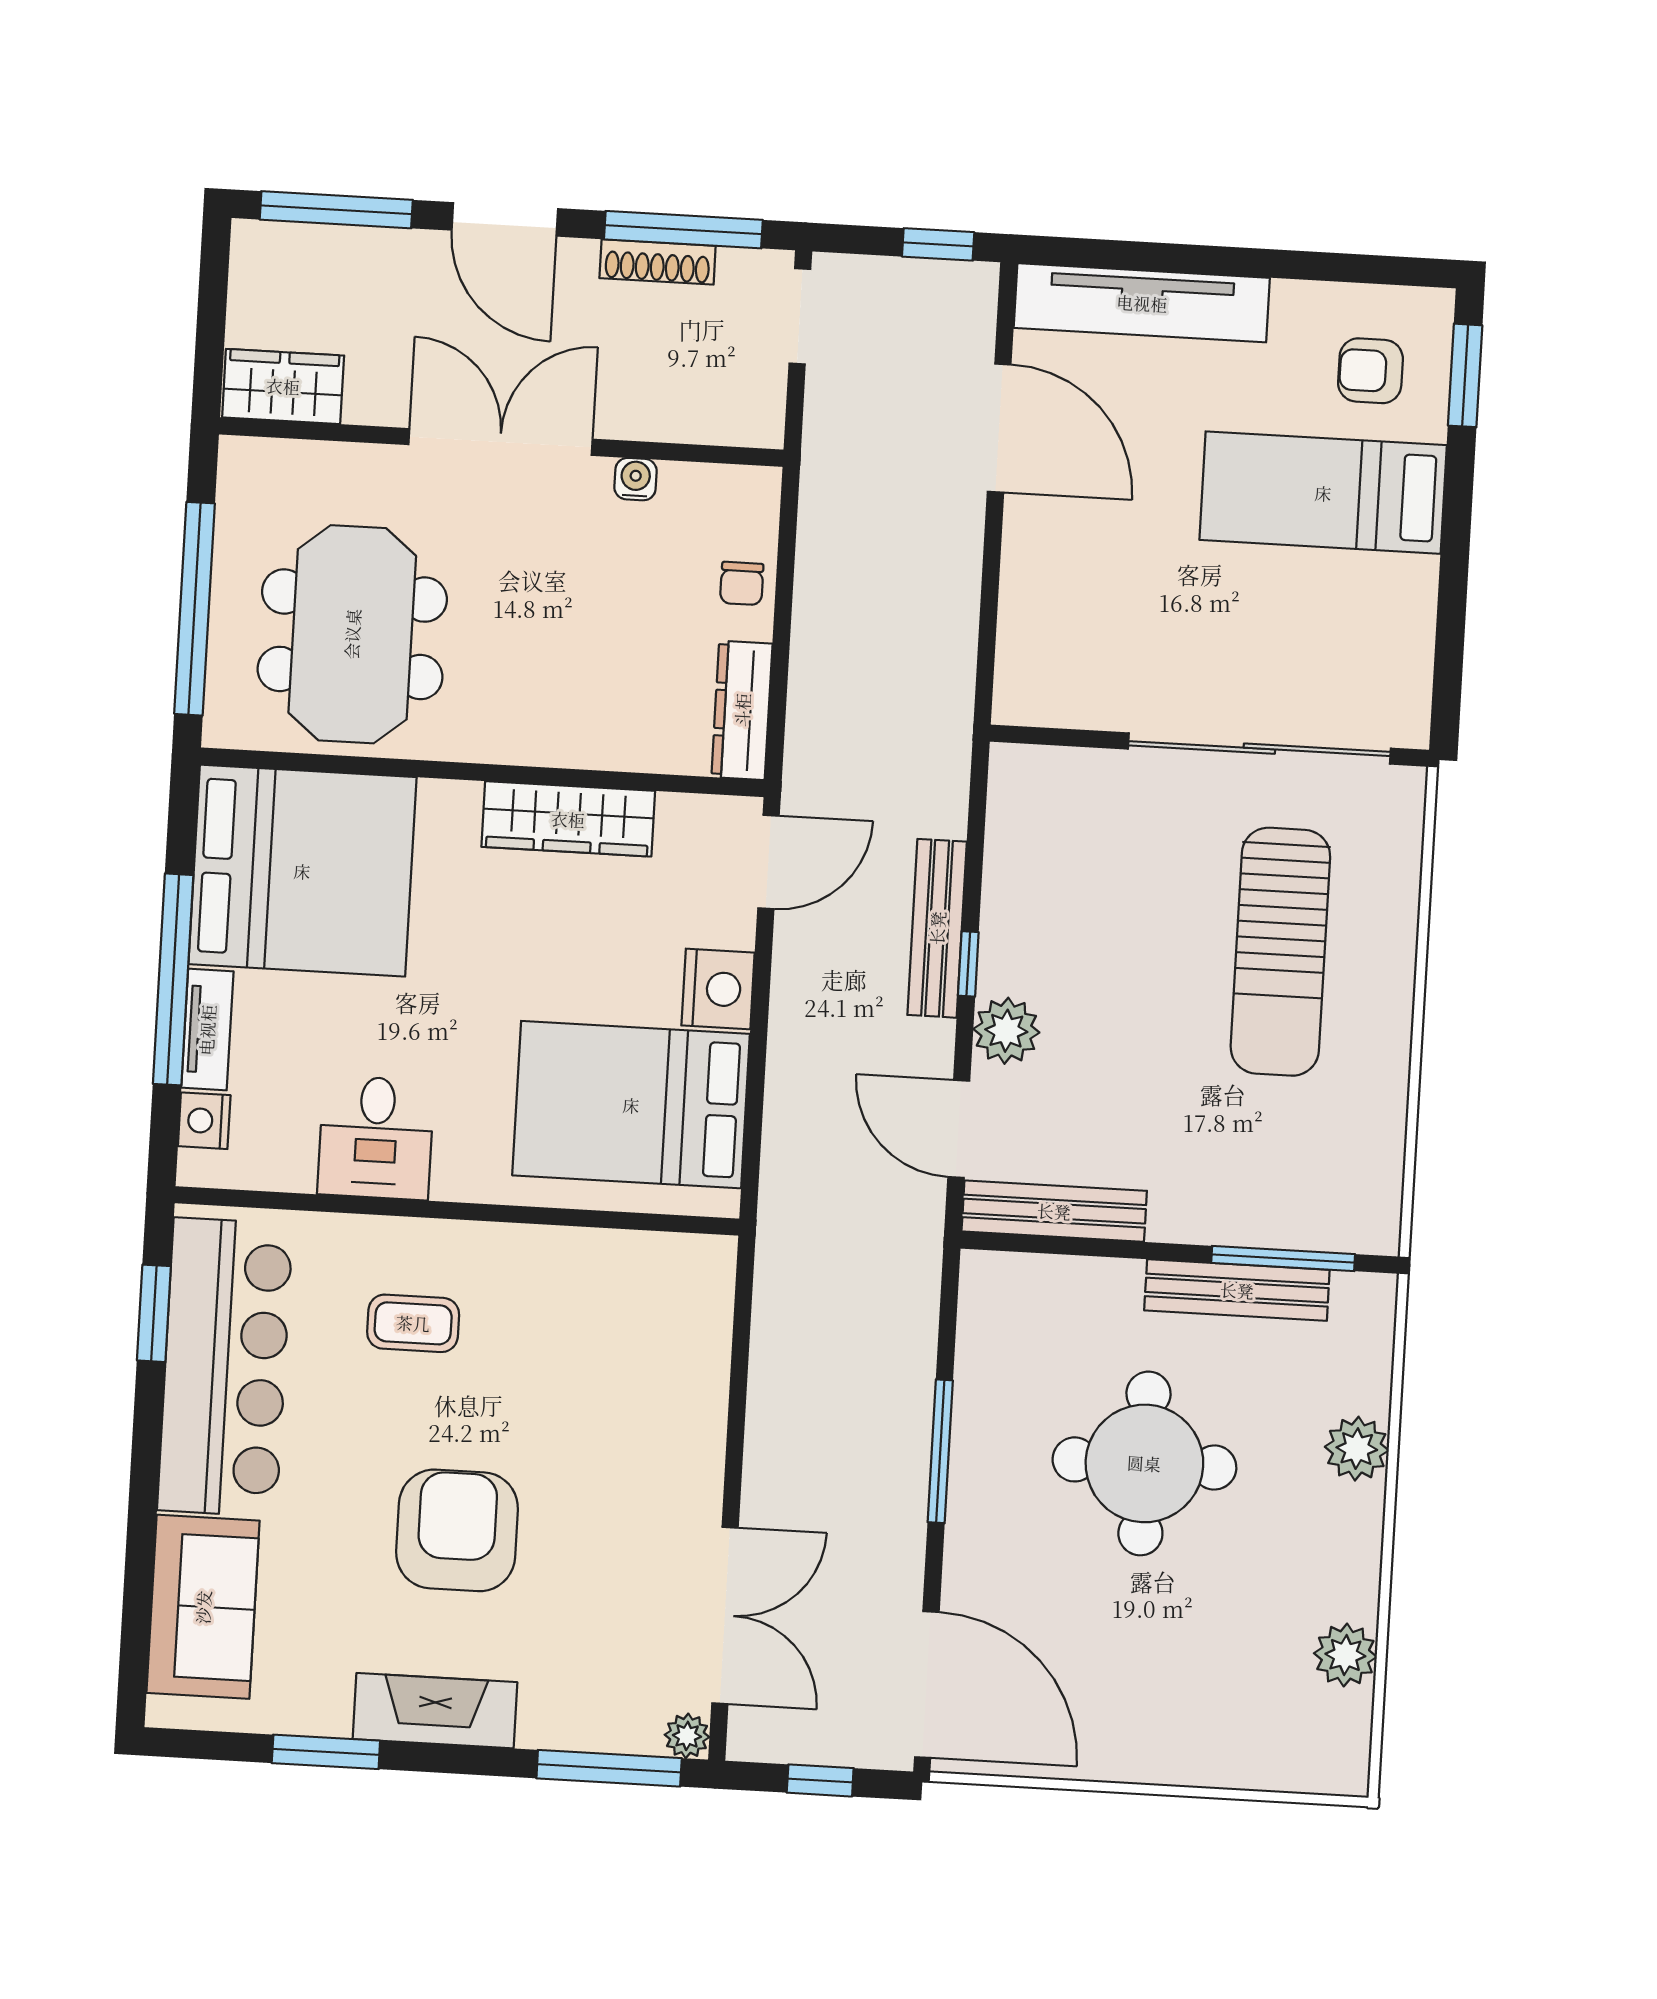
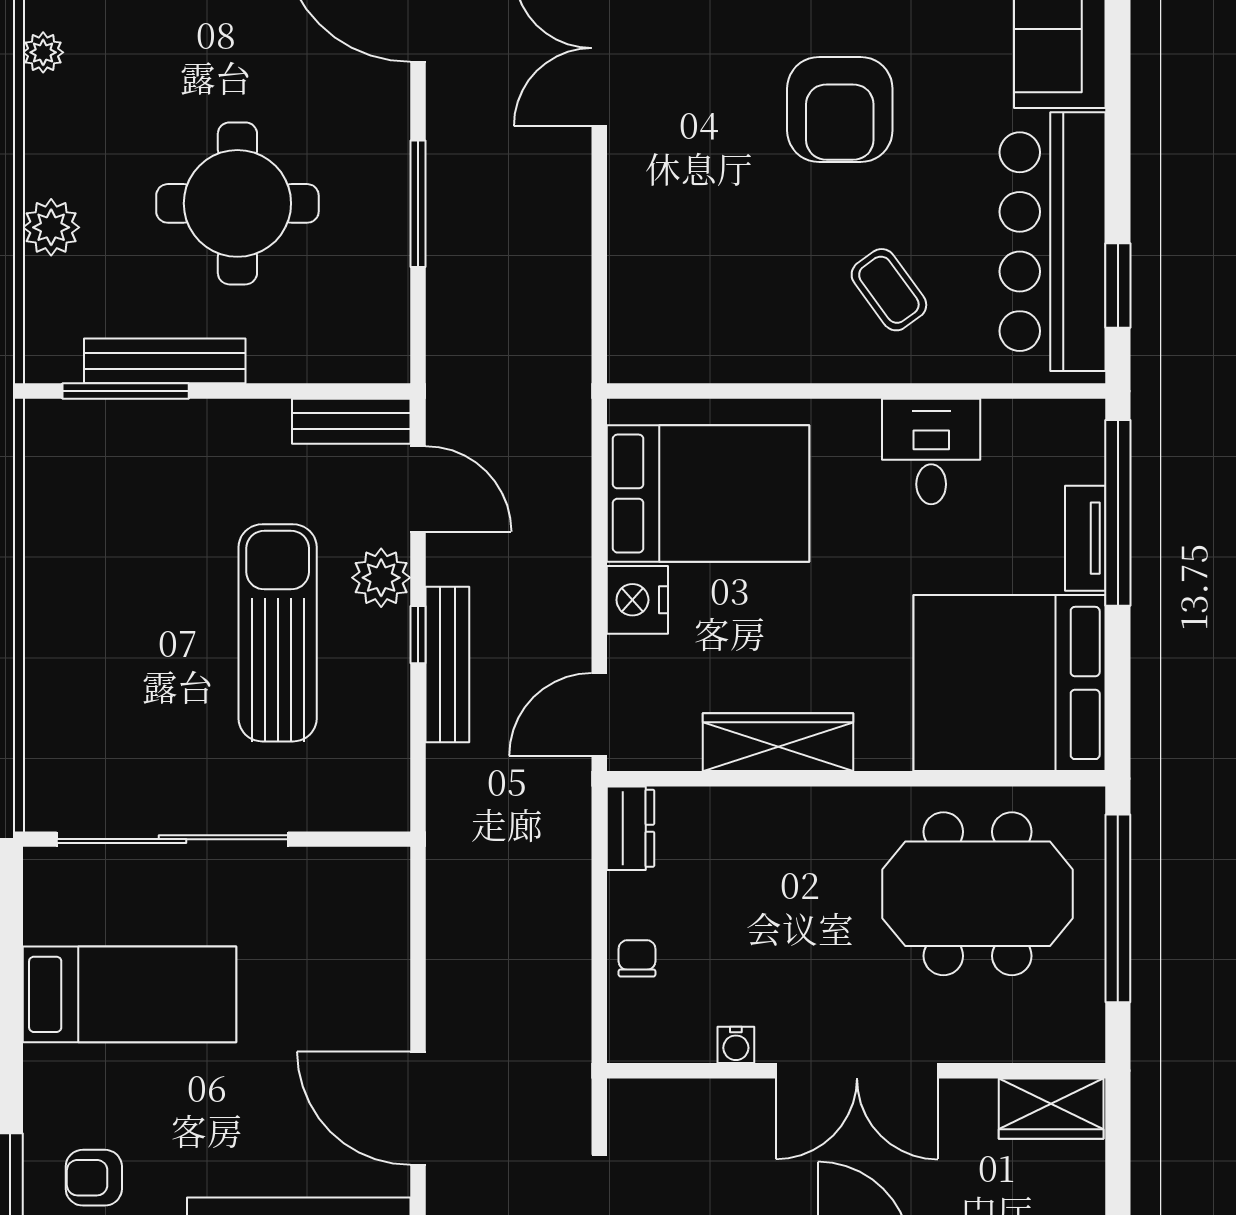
armchair: (1370, 371) -> (94, 1178), turned 180
bed: (1323, 493) -> (129, 994), moved
meeting table: (352, 634) -> (978, 894), turned 90
dresser: (742, 710) -> (630, 828), width x0.70
sun lounger: (1280, 952) -> (278, 633), moved
window: (173, 979) -> (1118, 513), moved
nightstand: (204, 1121) -> (1083, 458), removed
bench: (1054, 1211) -> (351, 421), width x0.73
coffee table: (413, 1323) -> (889, 290), turned 54
plant: (1345, 1655) -> (43, 52), width x0.73, depth x0.73

